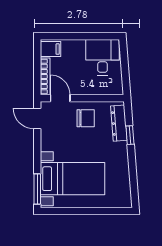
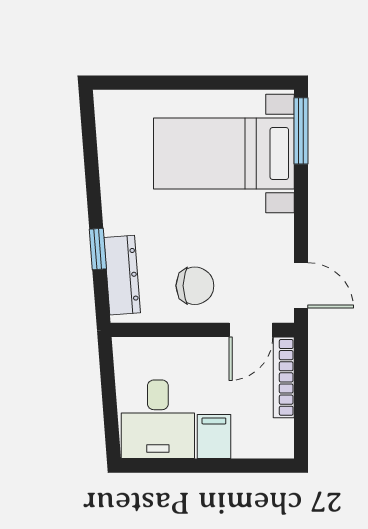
filing cabinet: (51, 49) -> (214, 436), moved, turned 90
door: (60, 98) -> (251, 330), hinge flipped
chair: (86, 118) -> (195, 286), turned 180

